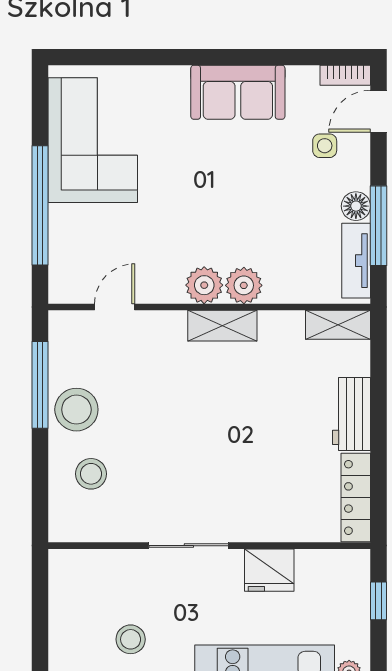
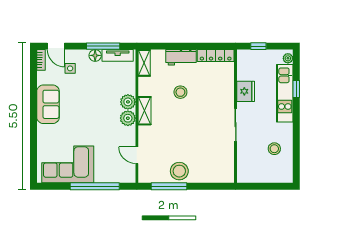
stool: (91, 474) -> (180, 92), moved

